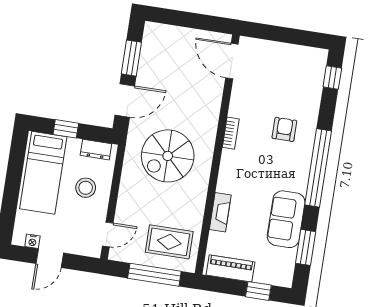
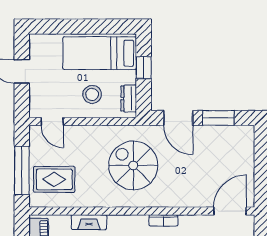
nightstand: (32, 241) -> (35, 53), removed
rug: (169, 242) -> (54, 179), turned 90

